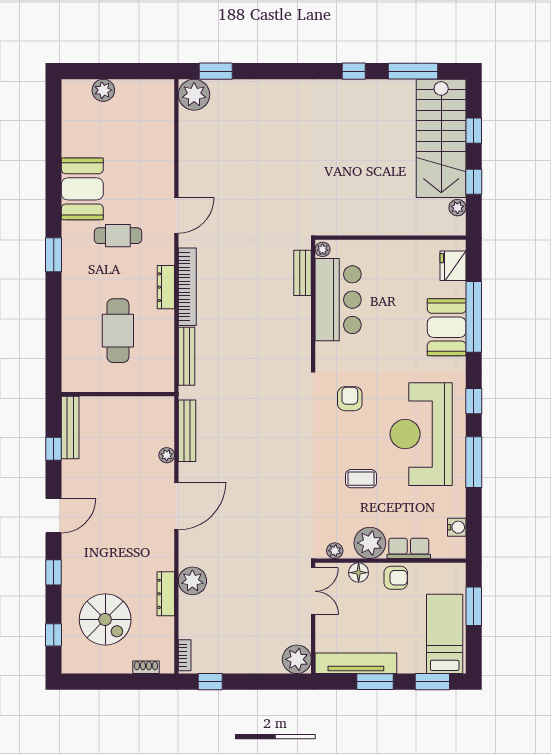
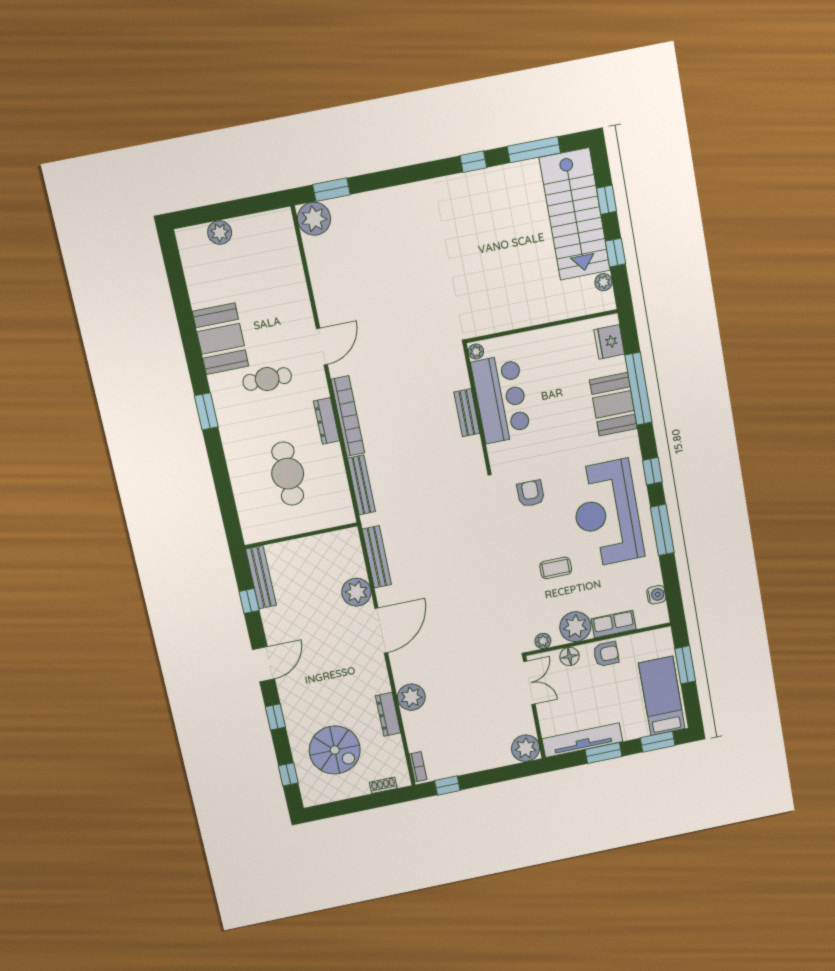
bench: (303, 273) -> (467, 413), moved
plant: (167, 455) -> (356, 592), width x1.88, depth x1.88

